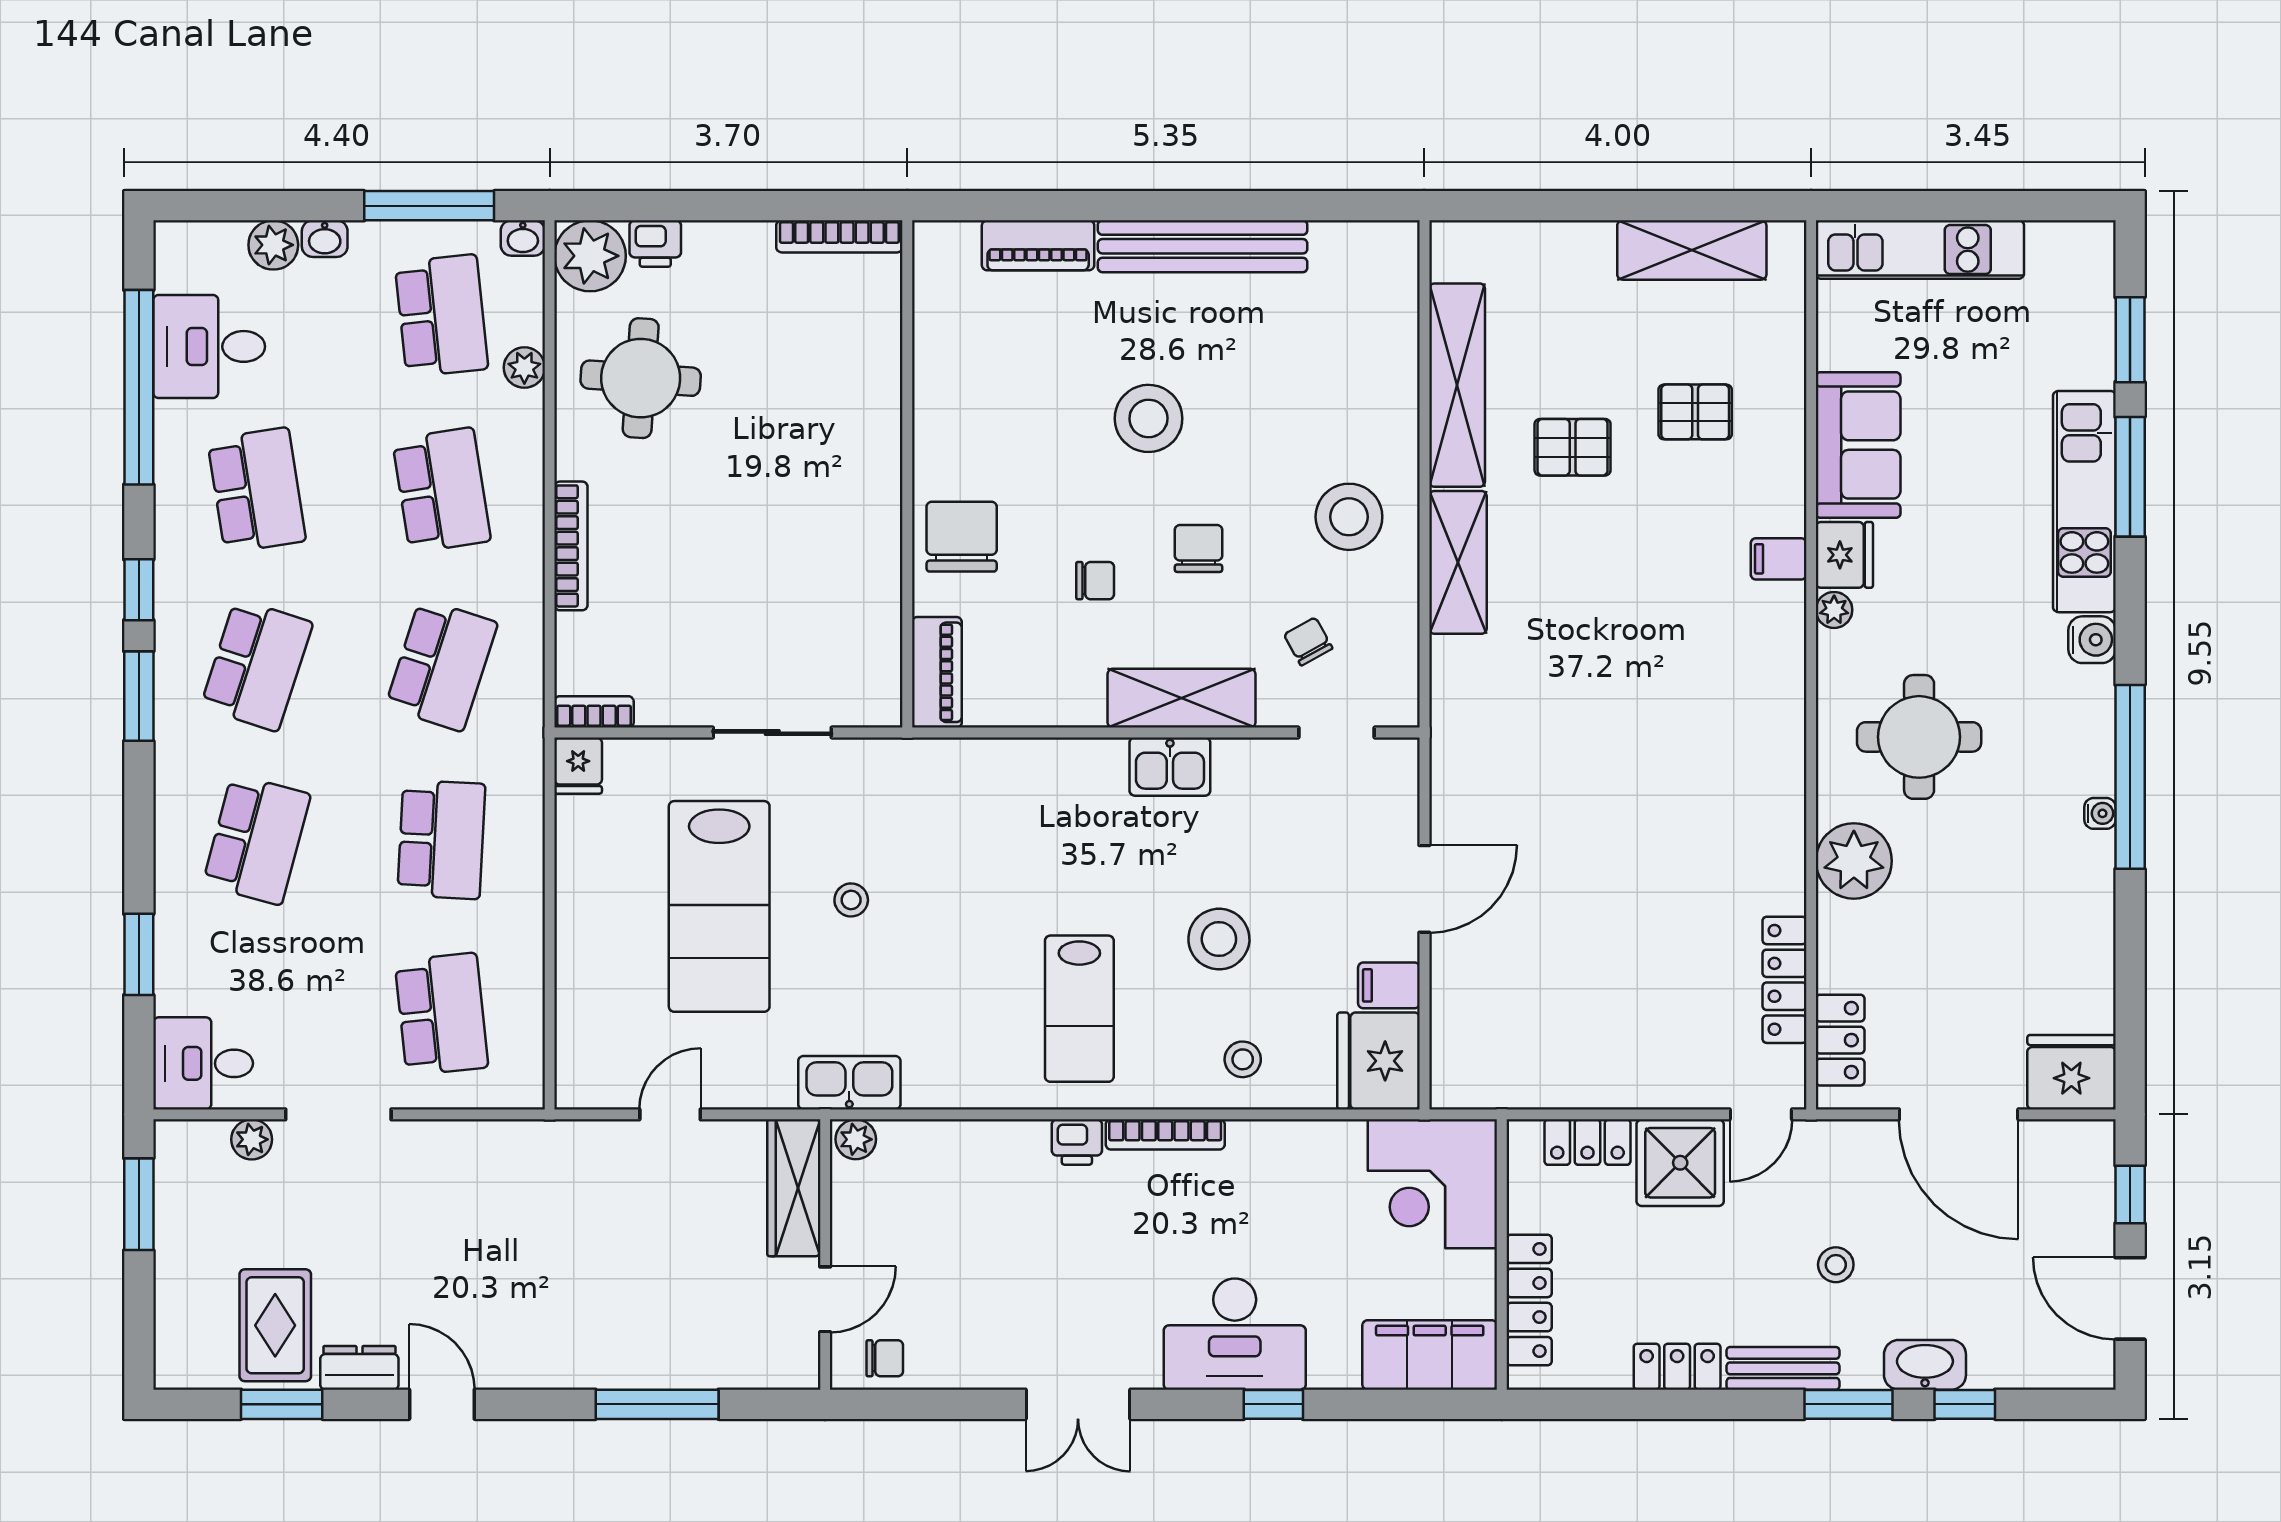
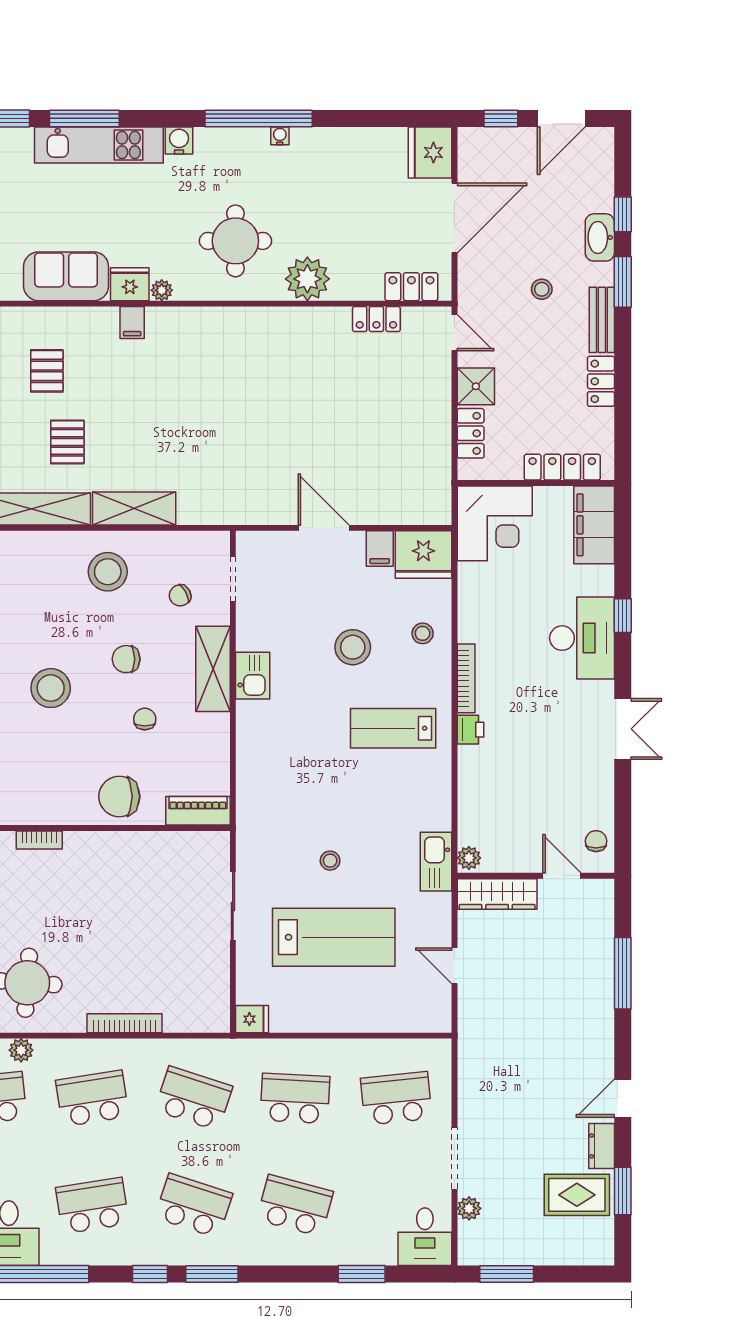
bookcase: (594, 712) -> (39, 840), moved, turned -90
locker: (1784, 980) -> (376, 319), width x0.66
lab bench: (1079, 1009) -> (393, 728), turned 180
shower: (1680, 1163) -> (476, 386), width x0.73, depth x0.73

